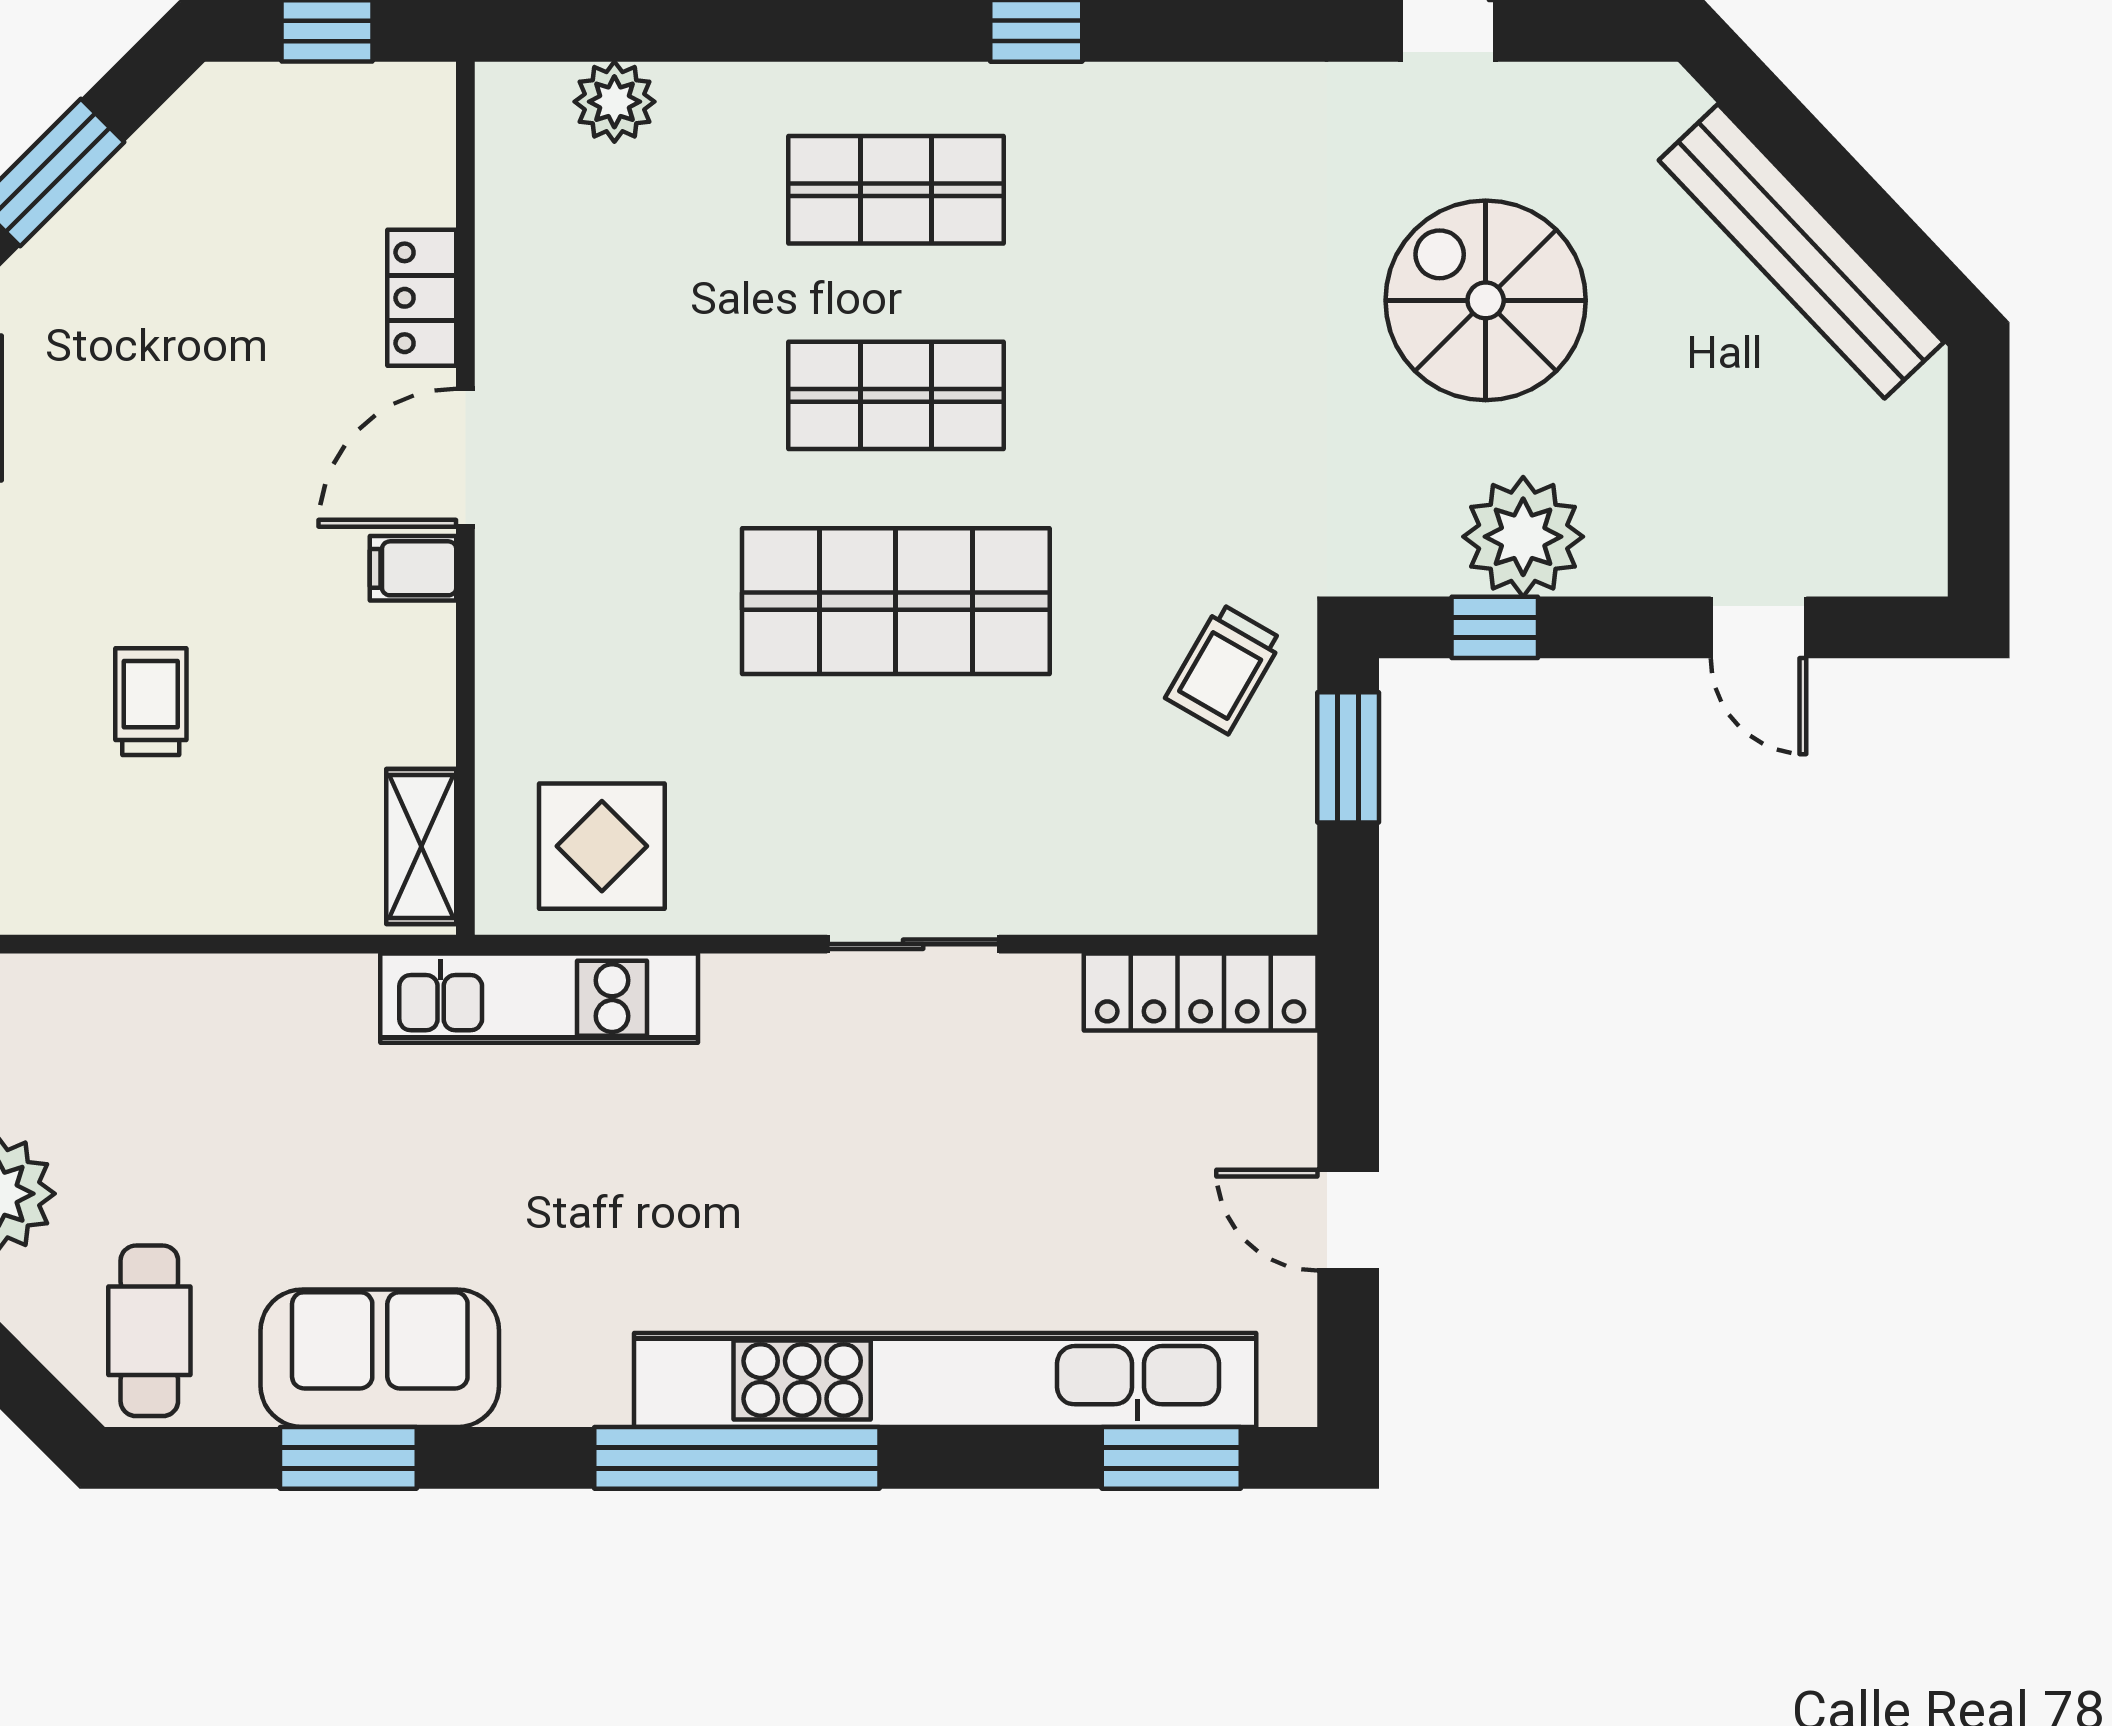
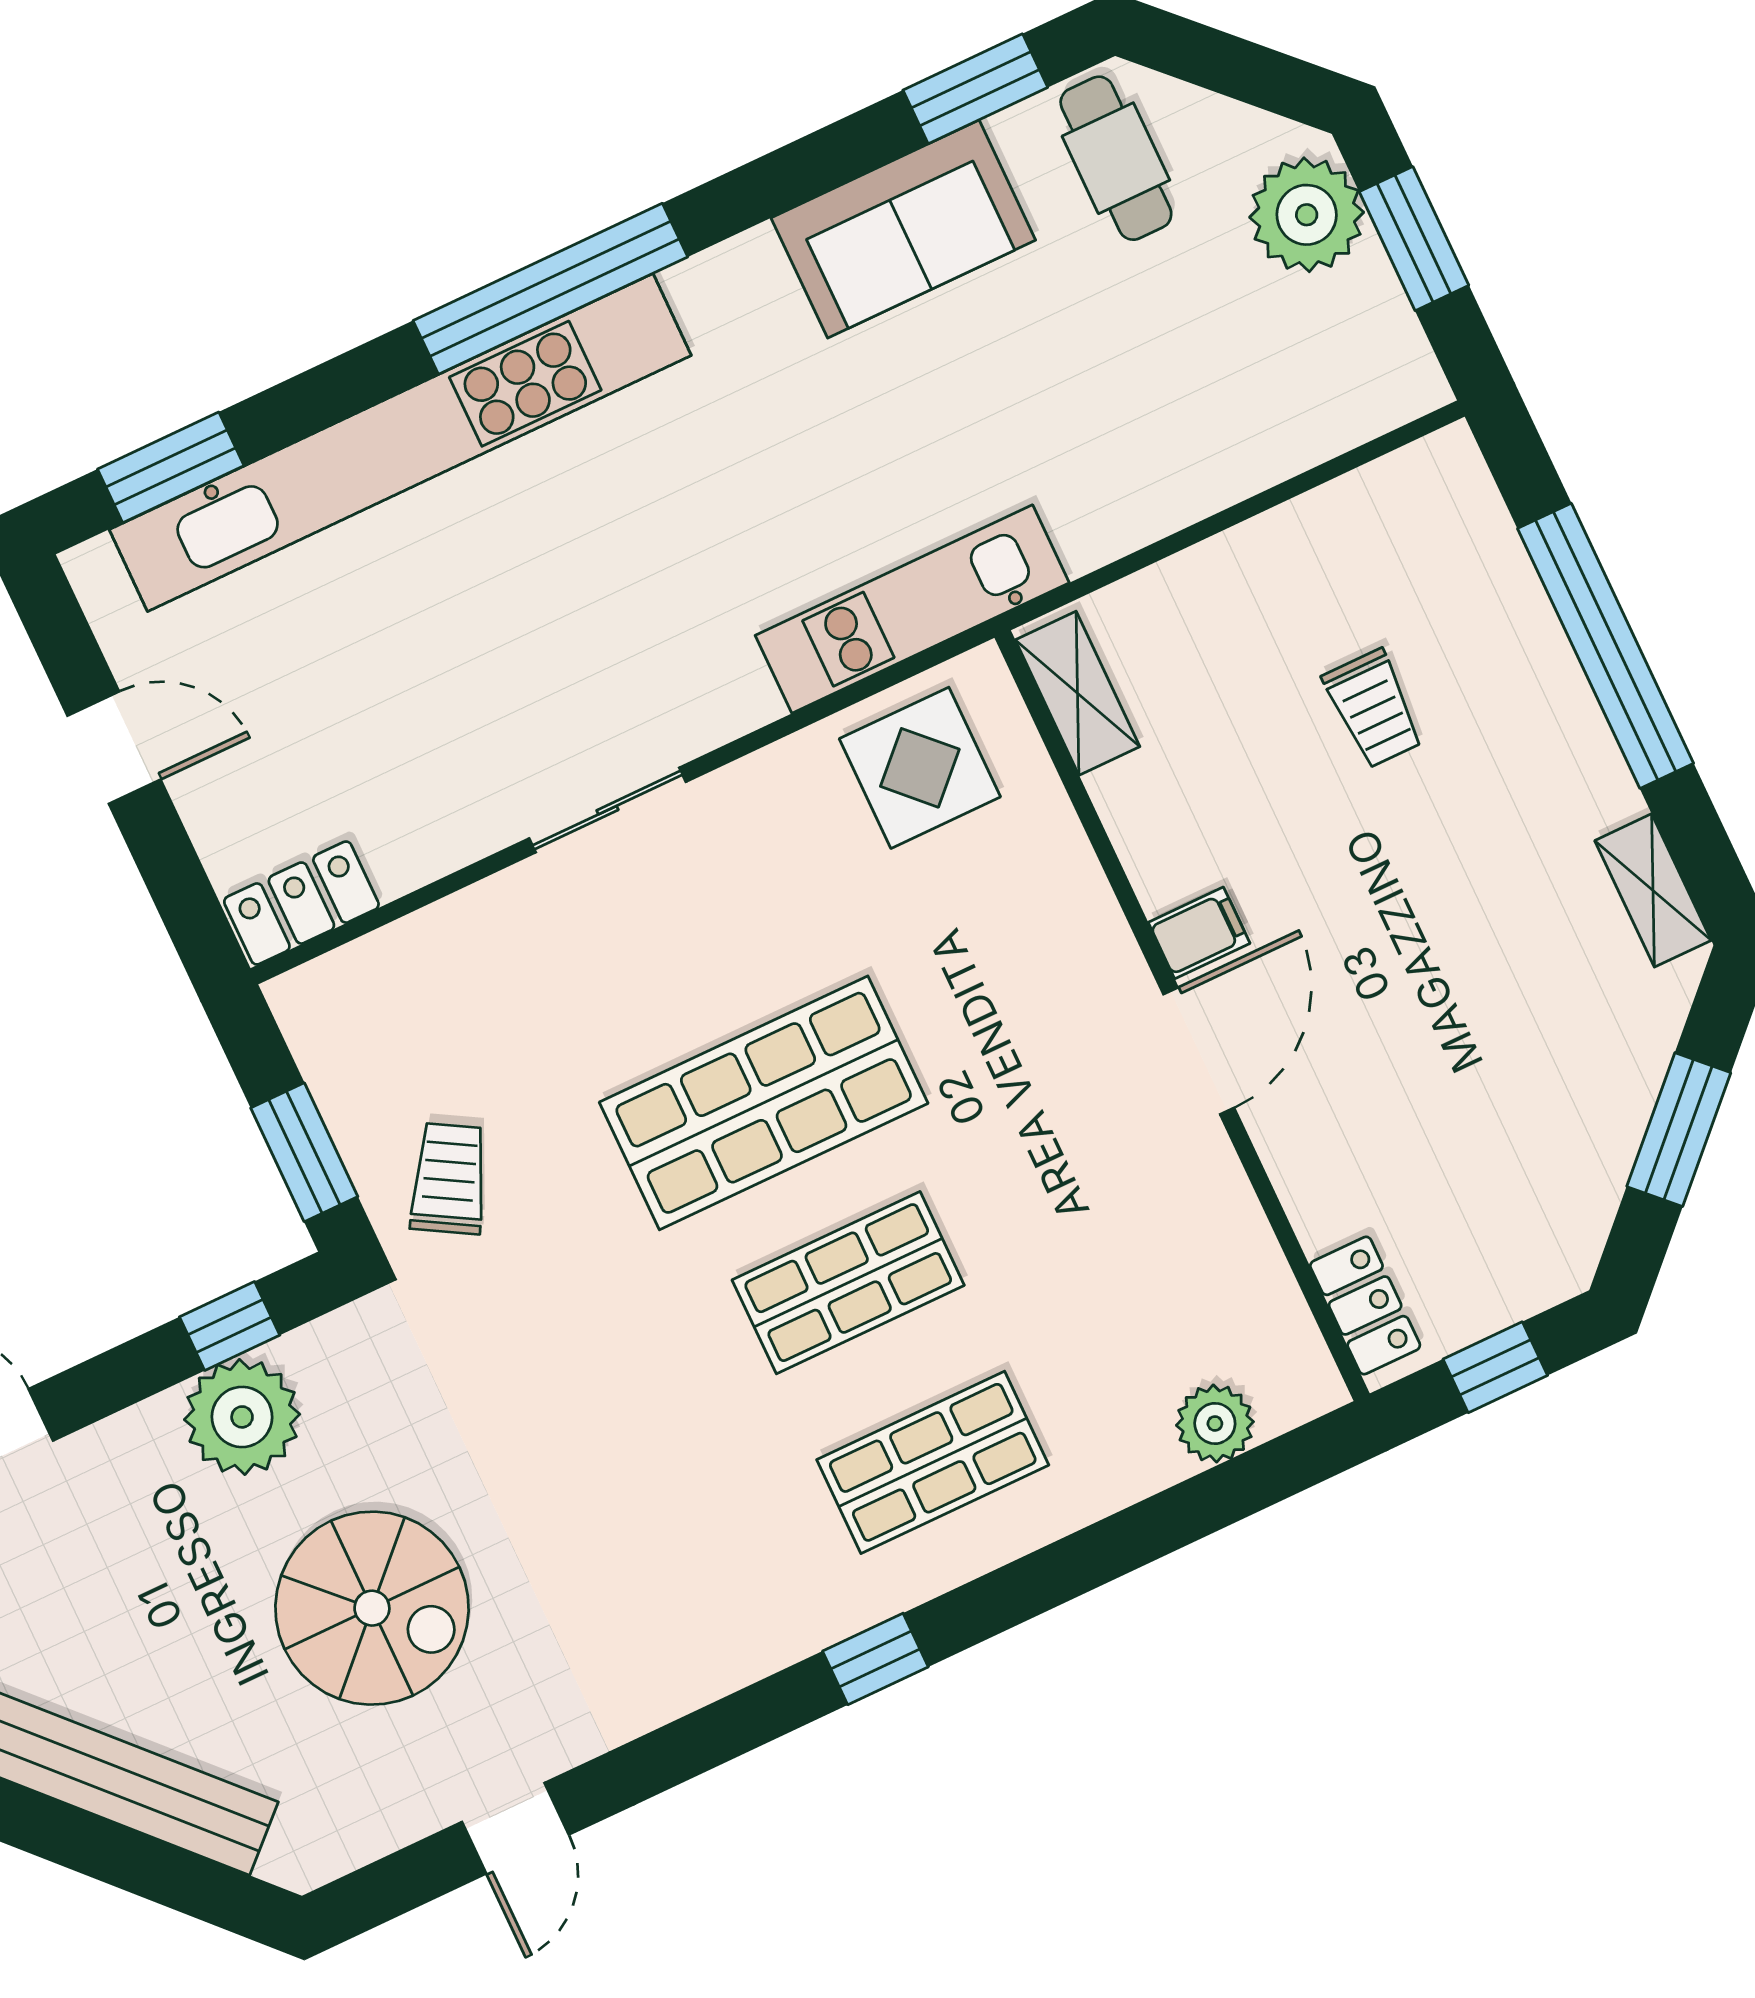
locker: (422, 298) -> (1365, 1305), moved
locker: (1201, 992) -> (301, 903), width x0.66
window: (348, 1458) -> (975, 89), moved

